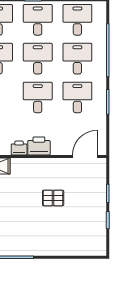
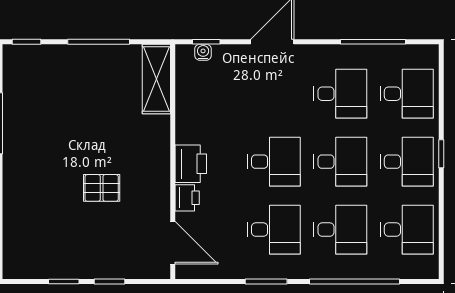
printer: (19, 148) -> (187, 198), moved
pallet: (53, 198) -> (102, 188), turned 90

